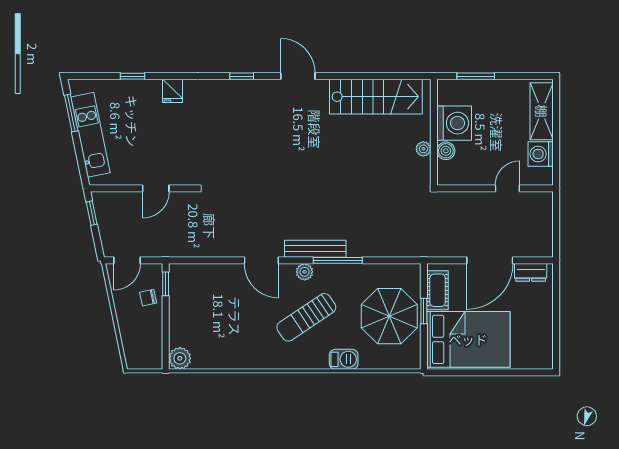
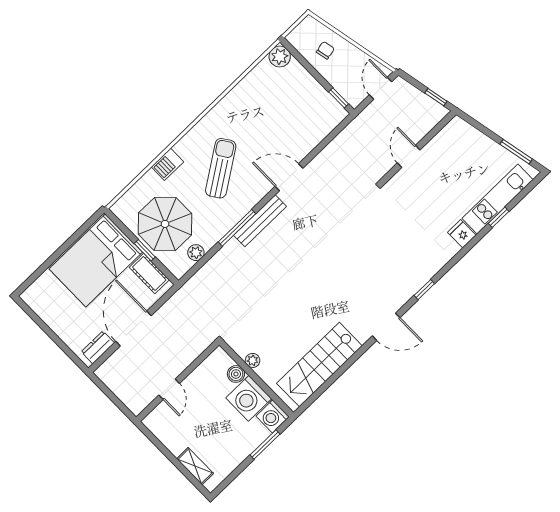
shelving: (542, 111) -> (195, 466), width x0.67, depth x0.75
kitchen unit: (91, 135) -> (498, 199), moved, turned 102
washing machine: (541, 154) -> (273, 416), moved, turned 180
plant: (305, 272) -> (196, 253), moved
chair: (148, 298) -> (325, 50), moved

